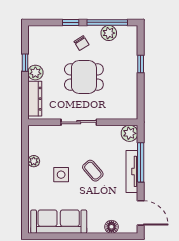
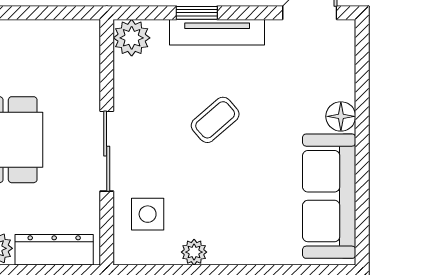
window: (141, 162) -> (197, 13), width x0.46
side table: (61, 175) -> (148, 214), moved
floor lamp: (111, 227) -> (341, 116), moved

